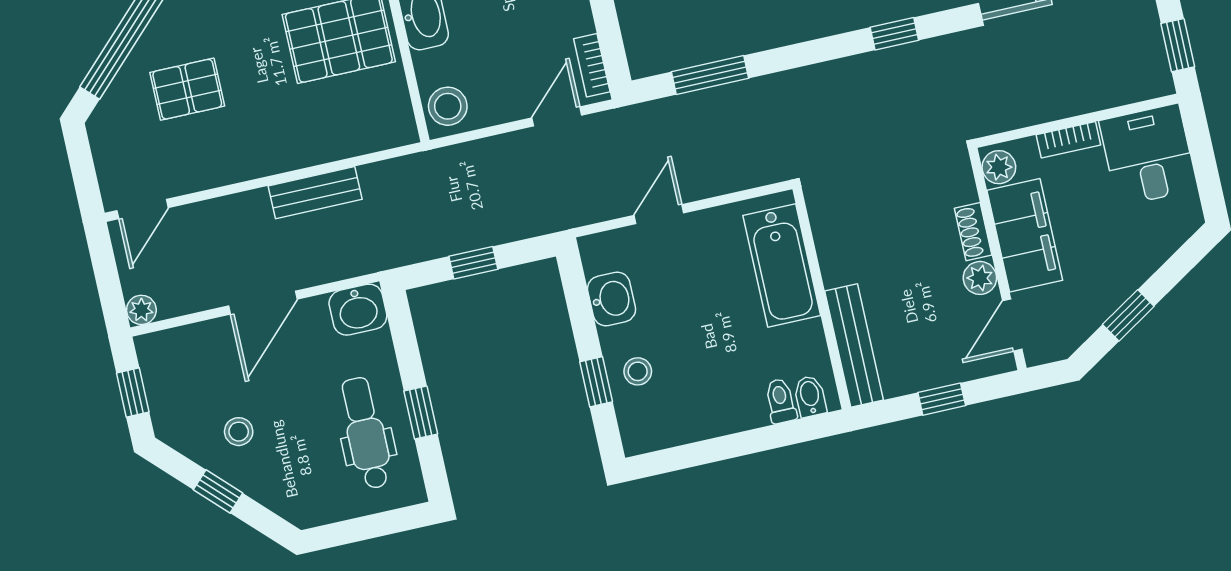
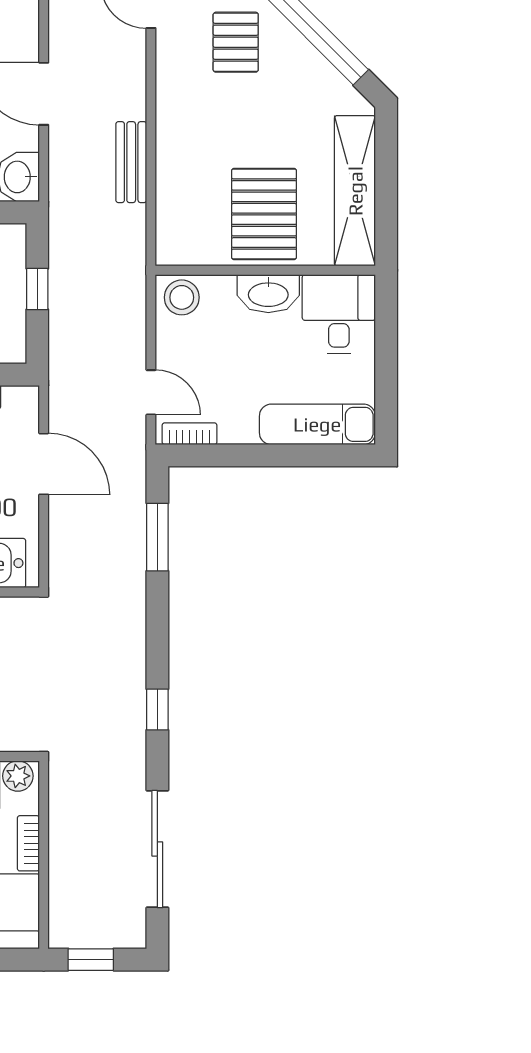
pallet: (187, 89) -> (236, 42), moved
door: (659, 214) -> (44, 464), width x1.38

